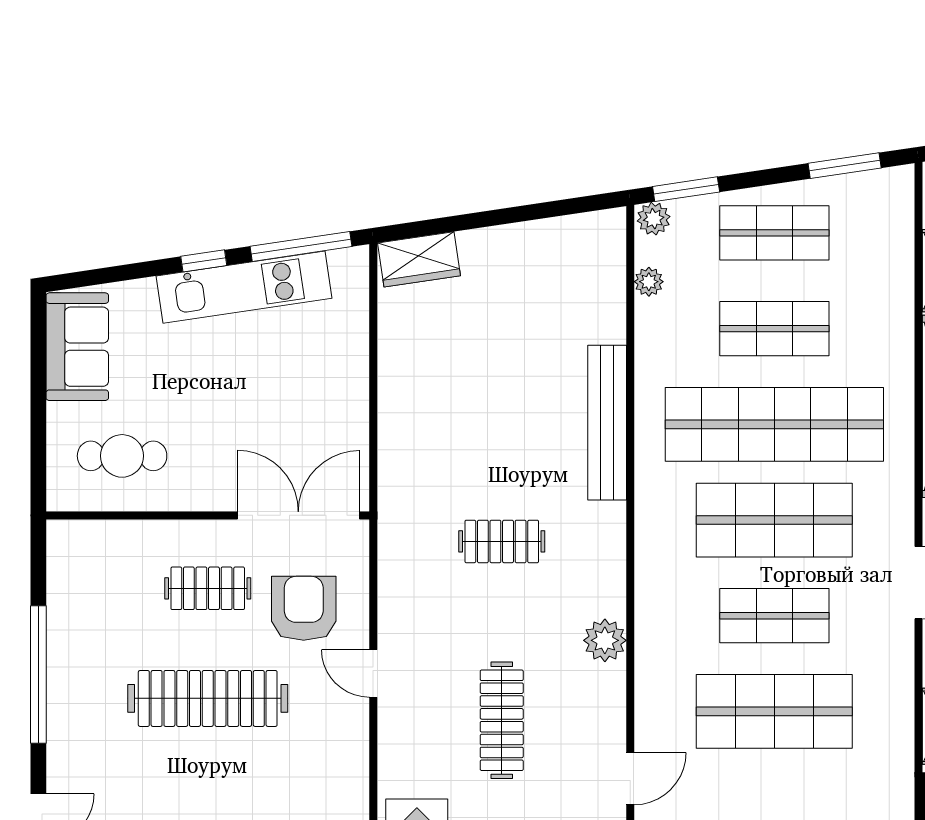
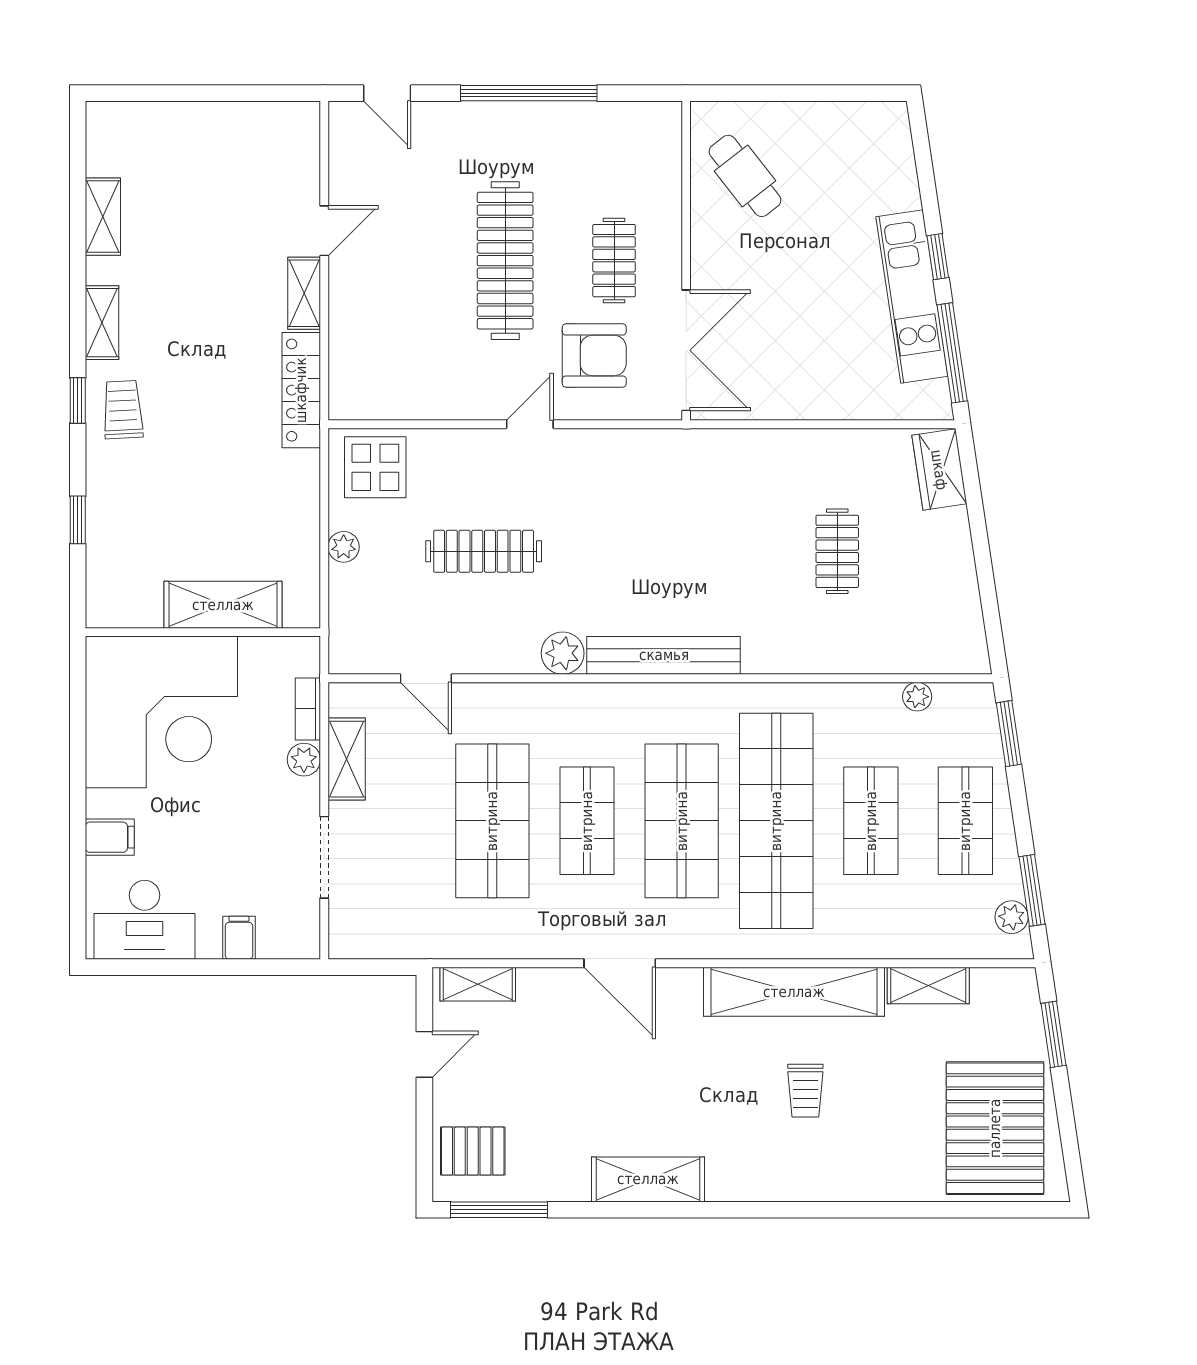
plant: (654, 219) -> (1012, 917), moved
sofa: (77, 347) -> (853, 132), removed
bench: (607, 423) -> (664, 655), moved
cafe table: (122, 456) -> (745, 176), turned -38
clothes rail: (502, 541) -> (837, 551), moved

